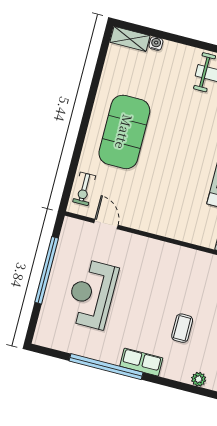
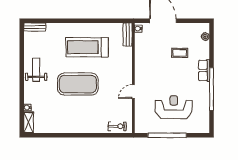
exercise mat: (124, 132) -> (78, 84), moved
door: (106, 224) -> (133, 92), moved
reception desk: (92, 294) -> (174, 107), turned 180

